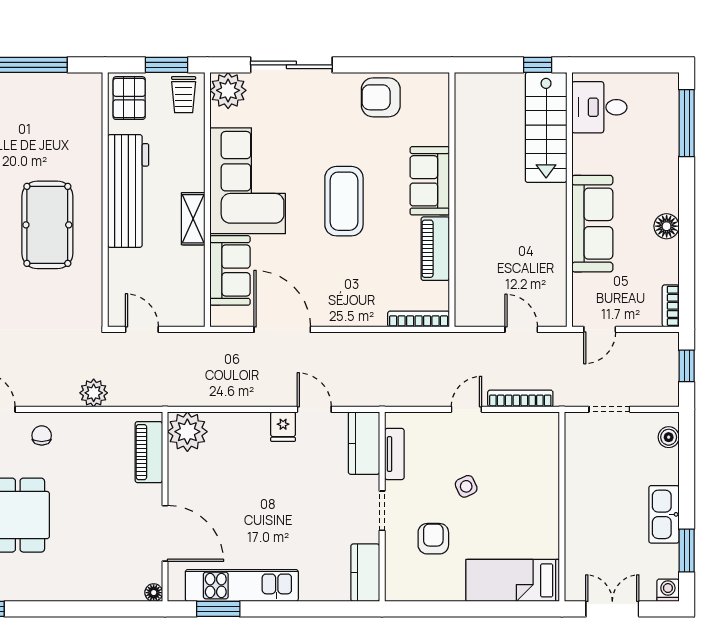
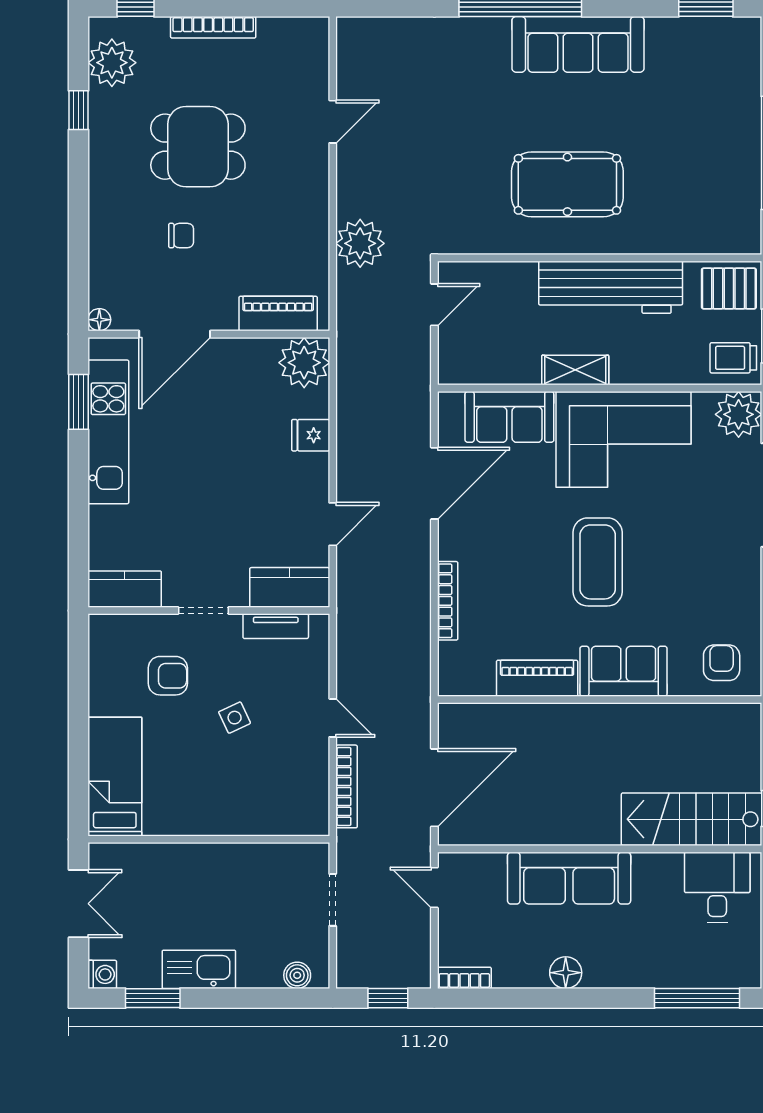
armchair: (381, 97) -> (722, 663), moved, width x0.72, depth x0.72
coffee table: (344, 201) -> (598, 562), turned 90
bookcase: (419, 319) -> (448, 601), moved
door: (521, 329) -> (434, 788), width x1.87
plant: (94, 393) -> (360, 243), width x1.36, depth x1.36
fridge: (283, 427) -> (311, 435), moved
chair: (42, 435) -> (181, 236), moved

